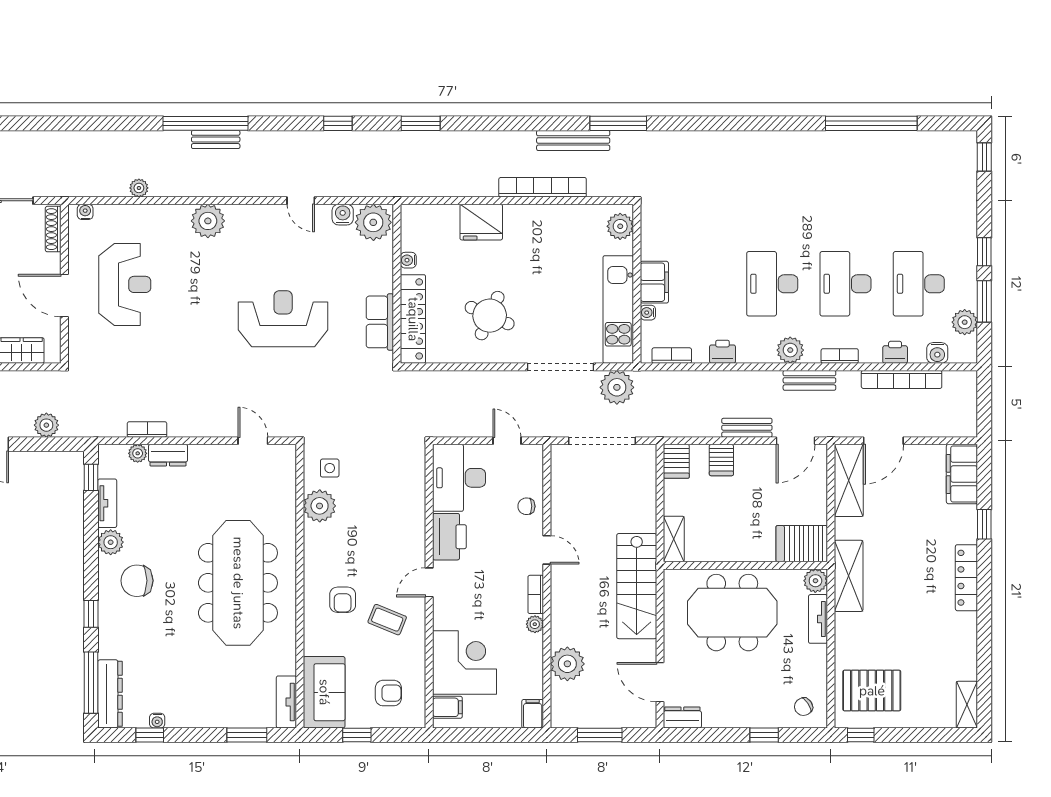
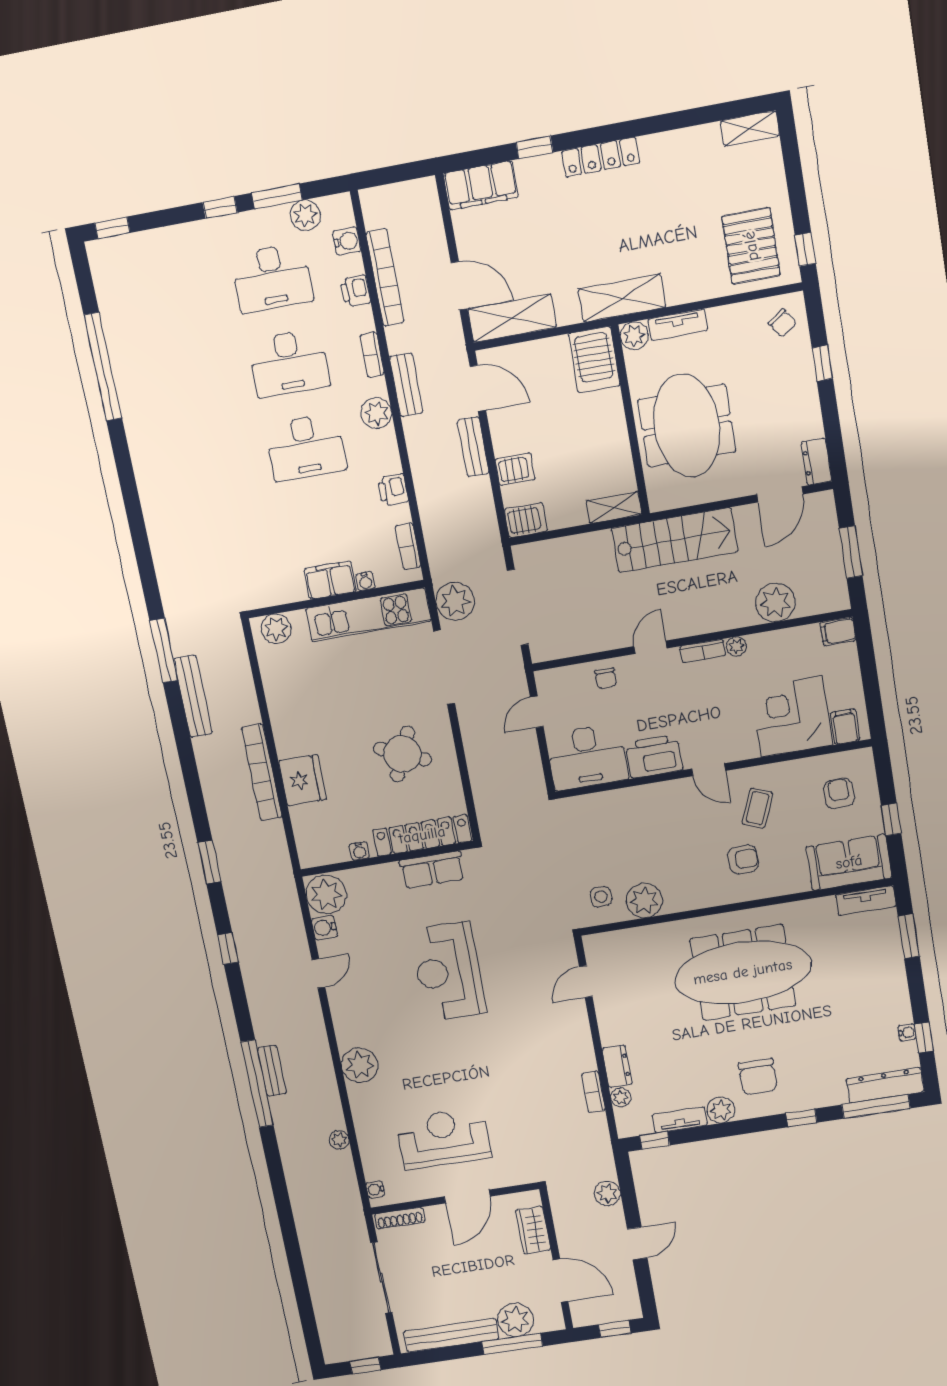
bookcase: (543, 187) -> (262, 772), moved

